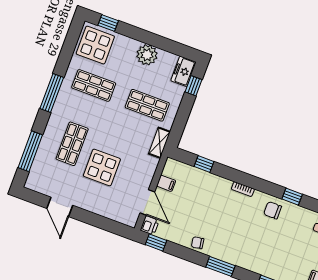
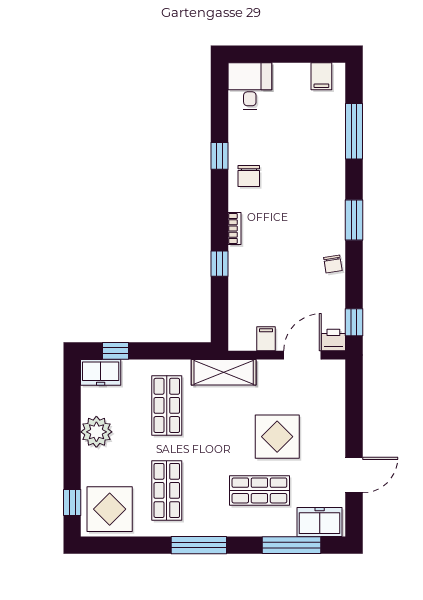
shelving: (159, 143) -> (224, 372), width x1.50, depth x1.33
window: (204, 164) -> (219, 264), moved
freezer: (38, 174) -> (320, 522), added

